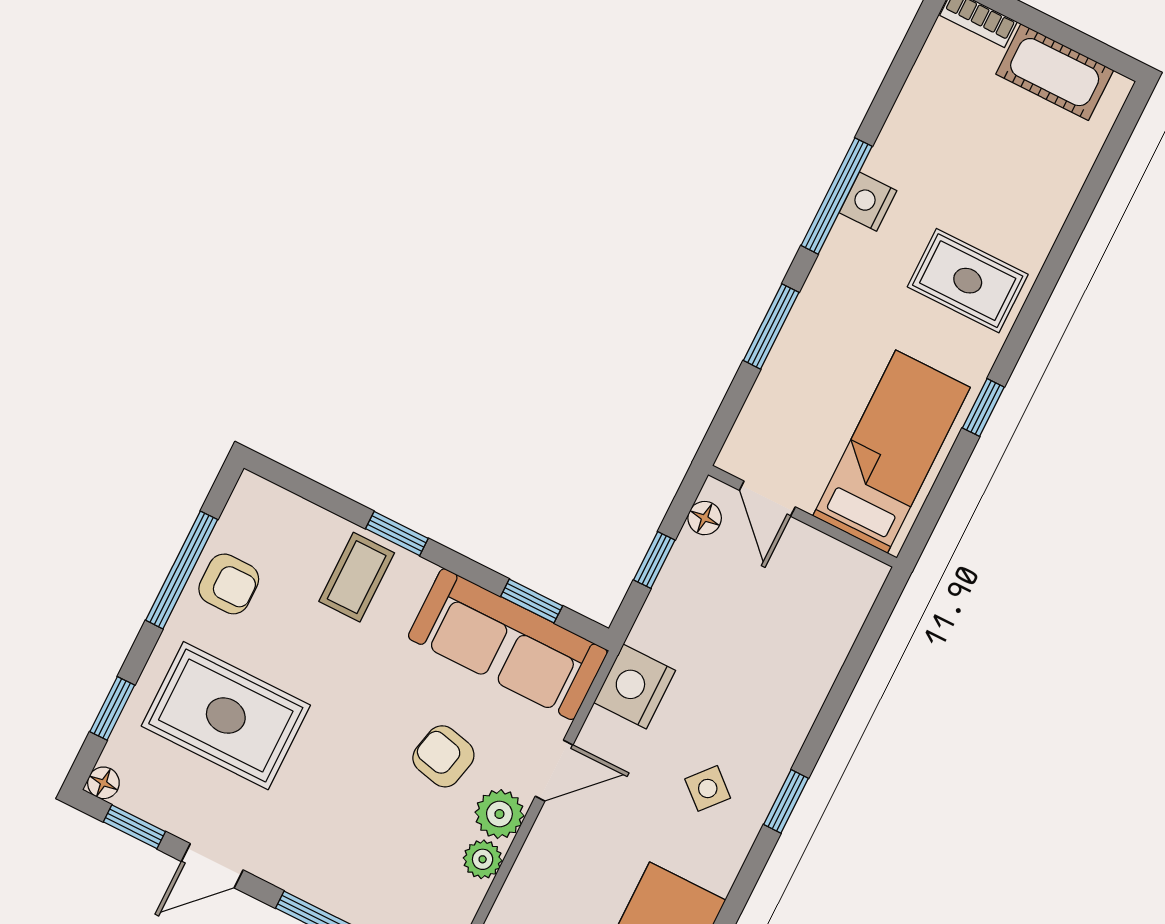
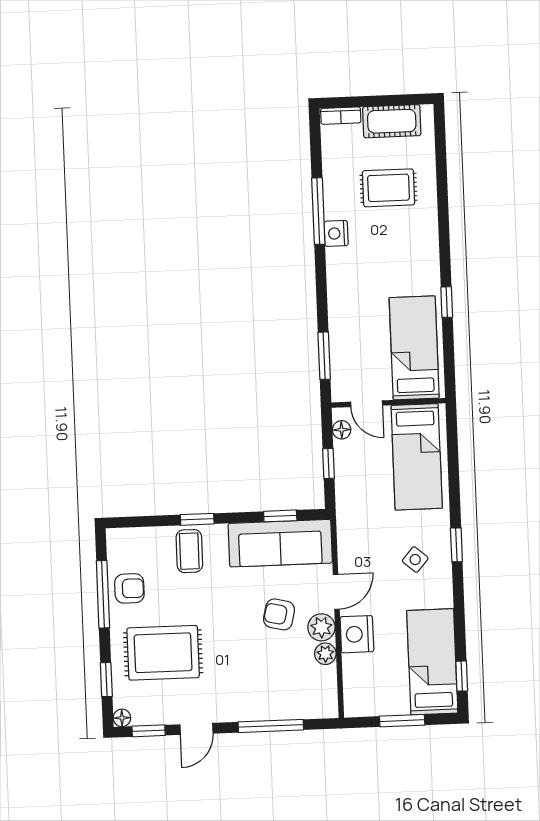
window: (837, 196) -> (318, 211), moved
rug: (968, 281) -> (389, 188), moved
window: (771, 326) -> (324, 356), moved
bed: (800, 627) -> (417, 457), added
nightstand: (635, 686) -> (357, 634), moved

